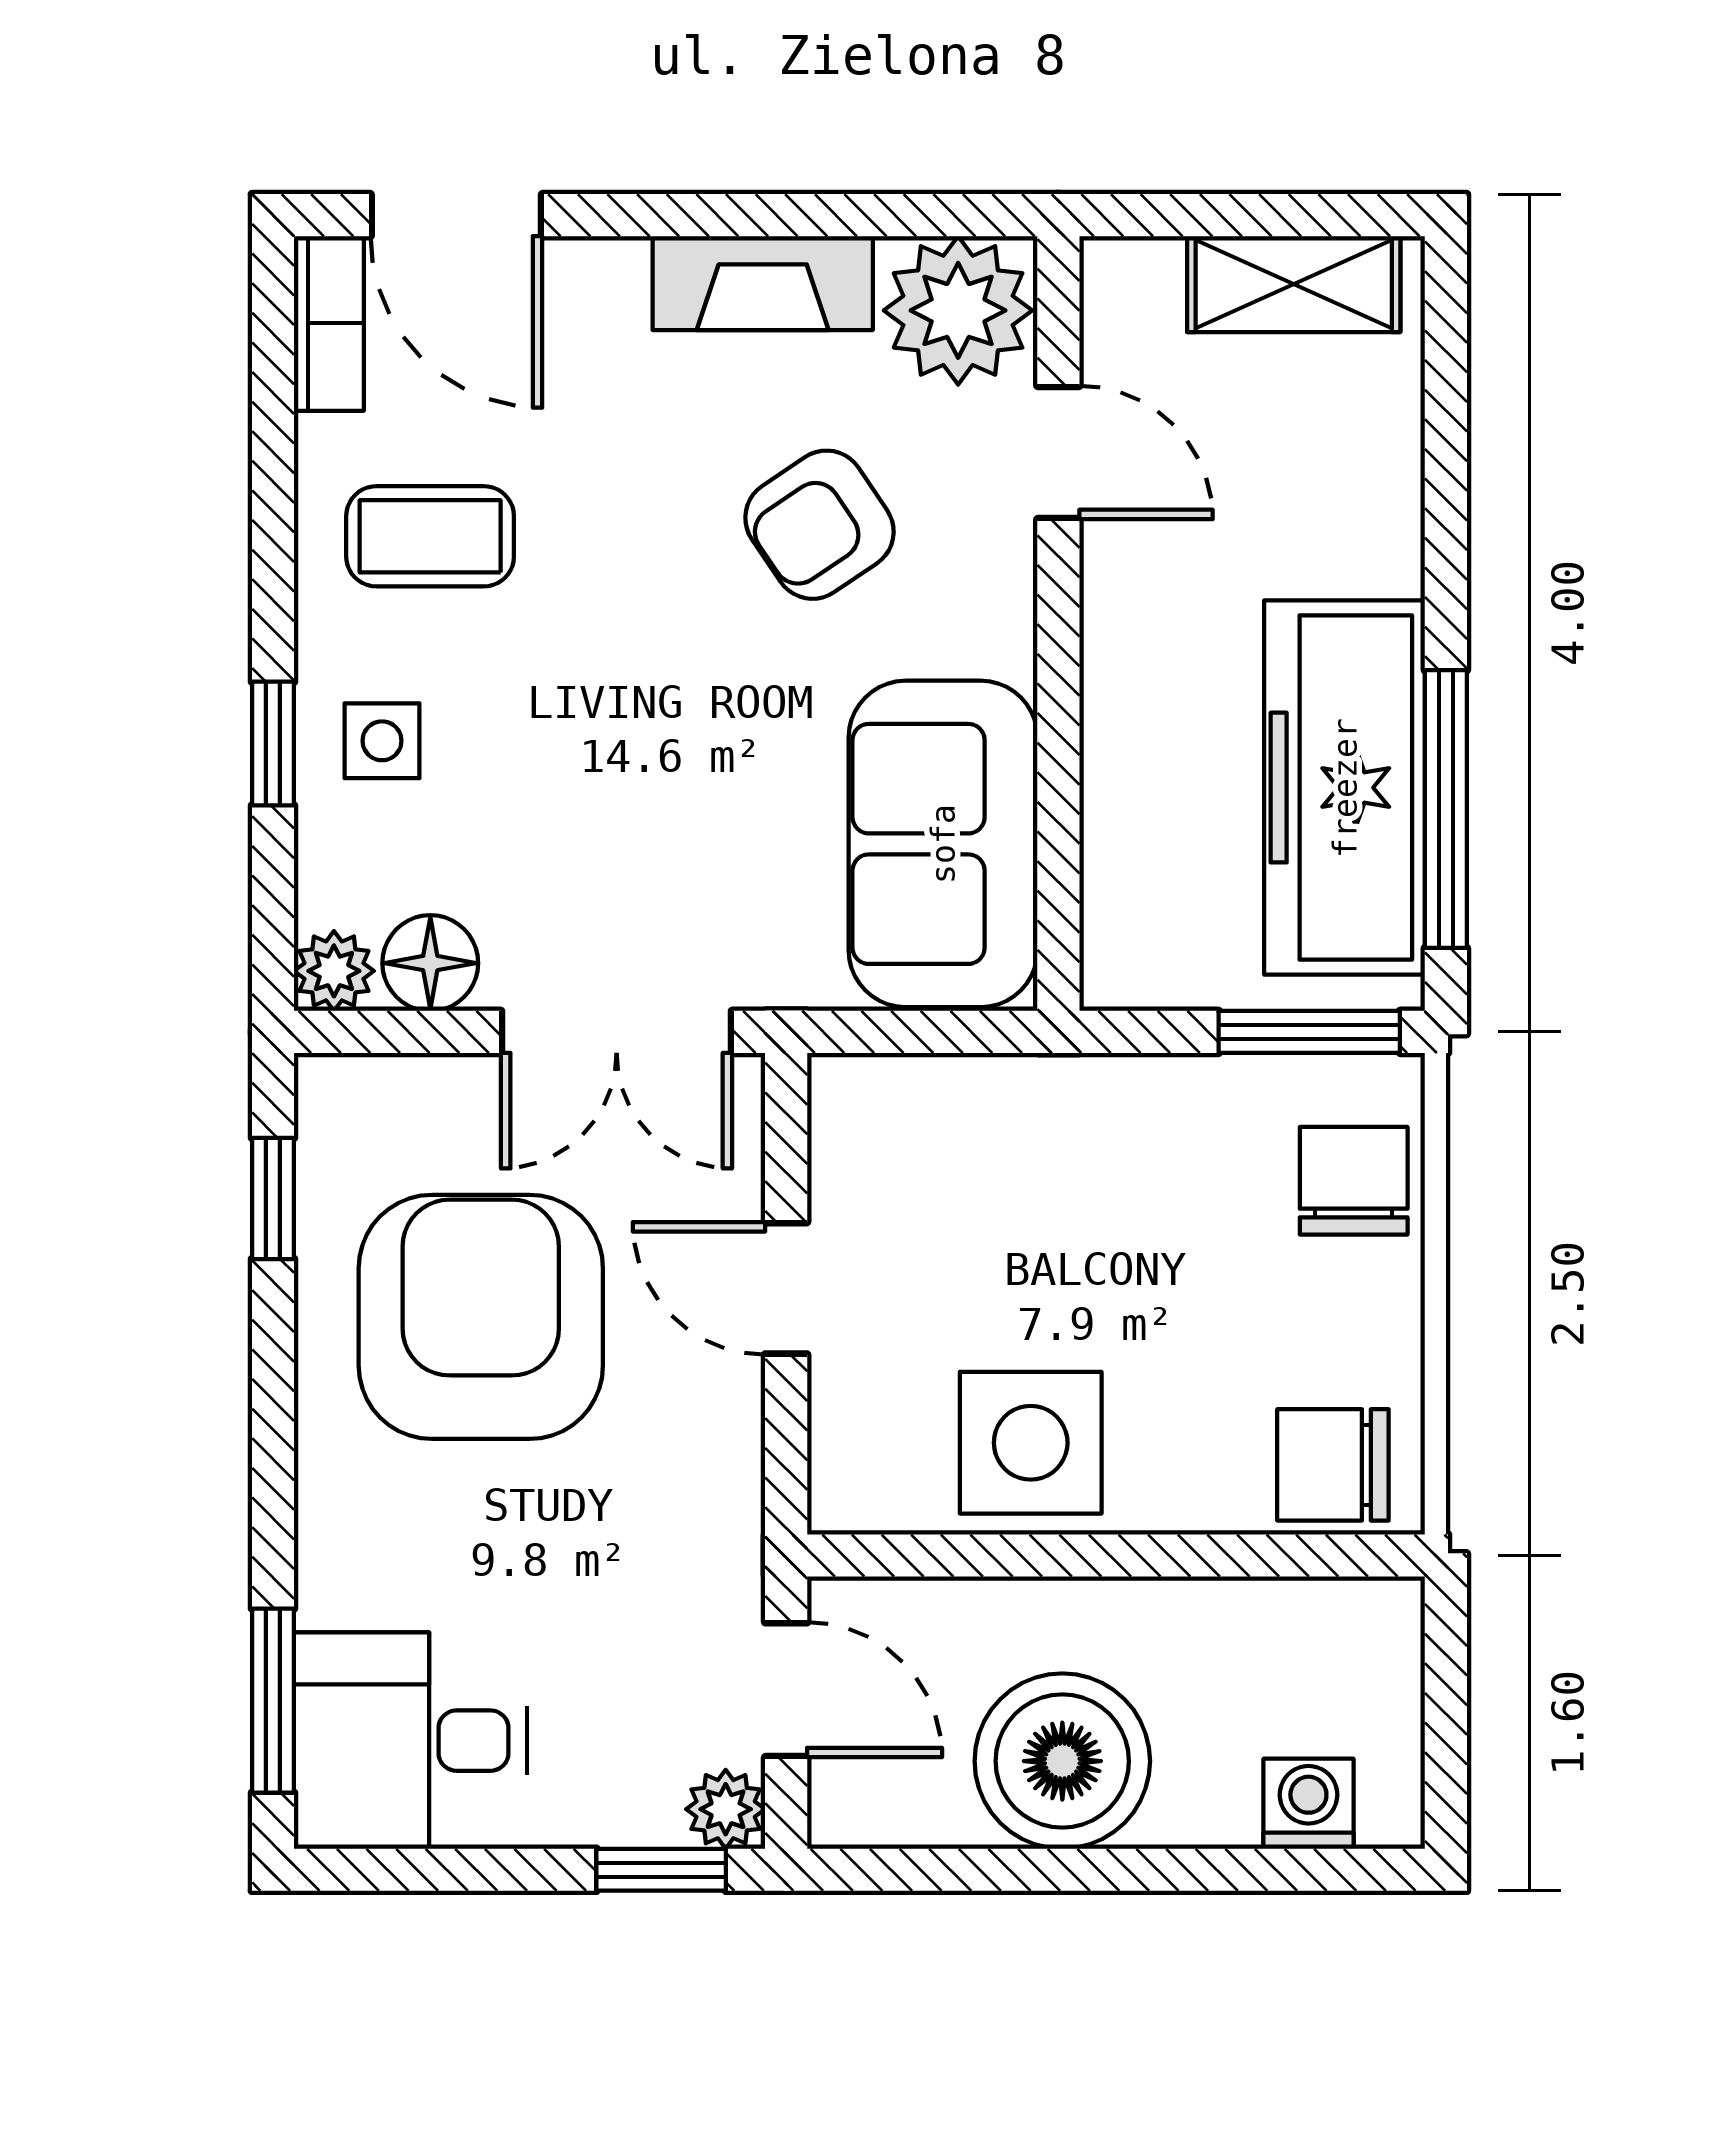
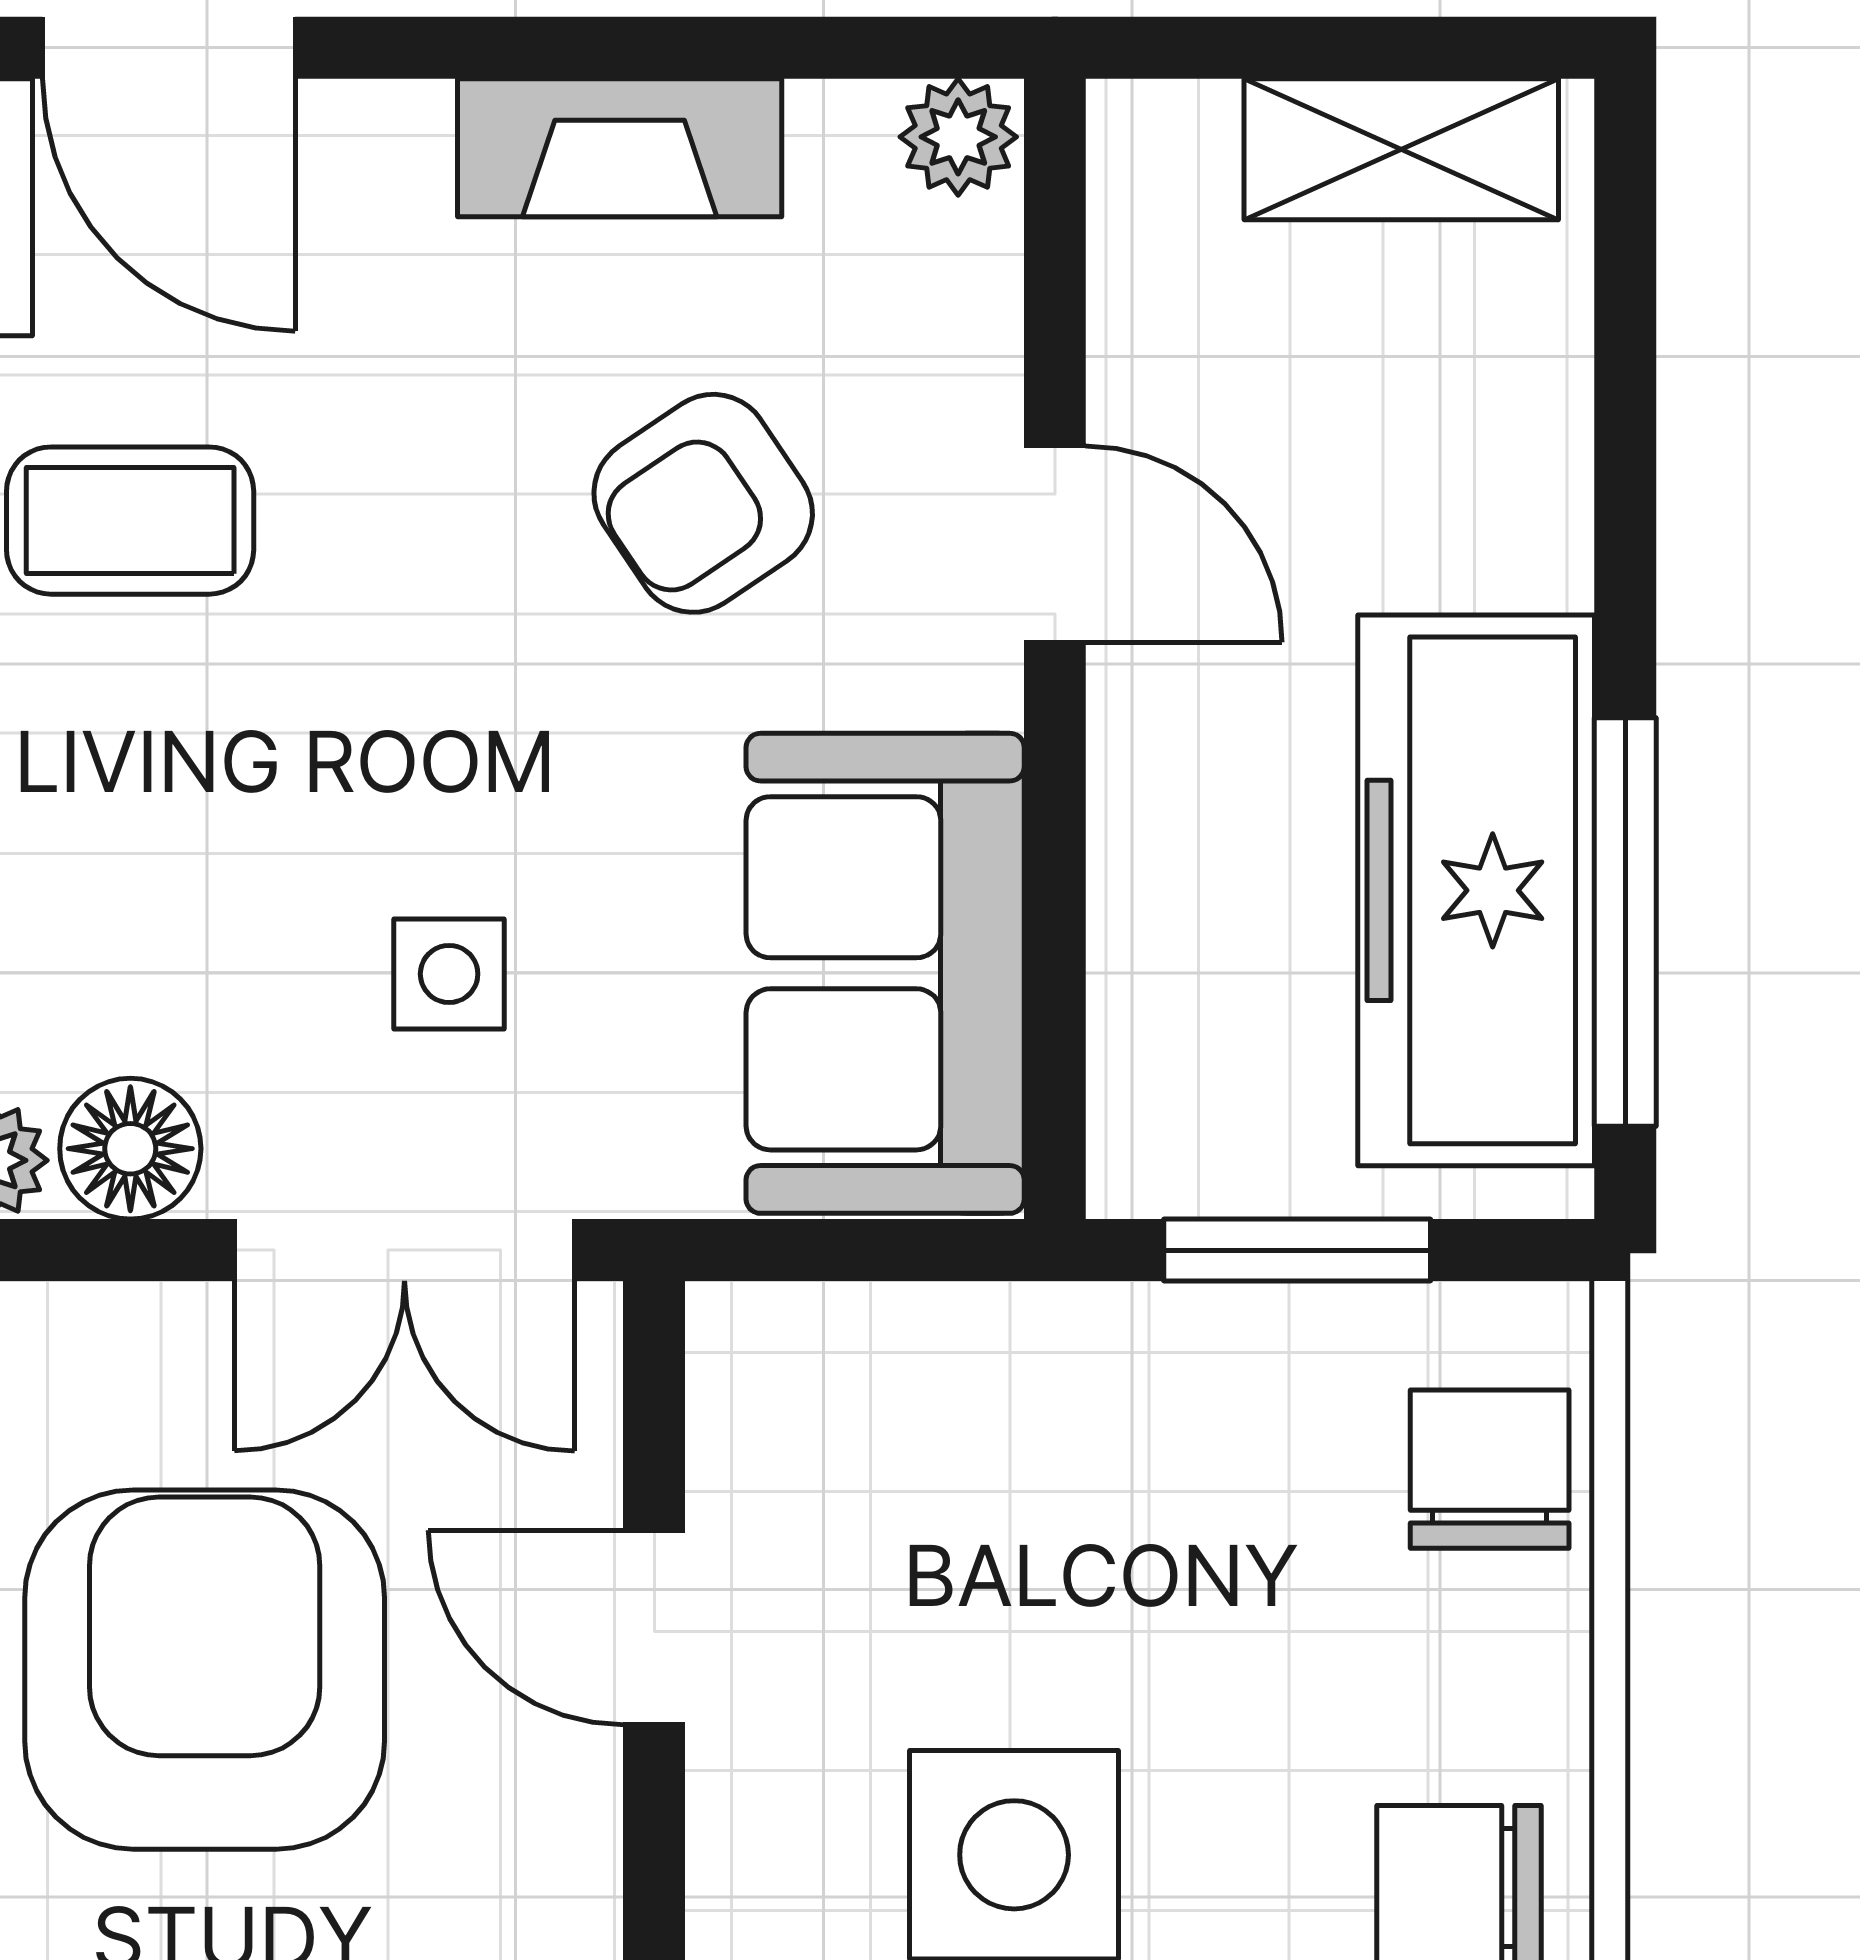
plant: (958, 310) -> (958, 137), width x0.53, depth x0.53
door: (1058, 452) -> (1055, 544), moved
side table: (382, 741) -> (449, 974), moved
window: (1309, 1032) -> (1297, 1250), moved

